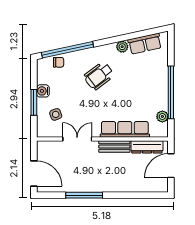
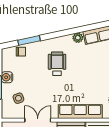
window: (67, 50) -> (29, 40), width x0.47
wheelchair: (99, 76) -> (57, 64), turned 127

